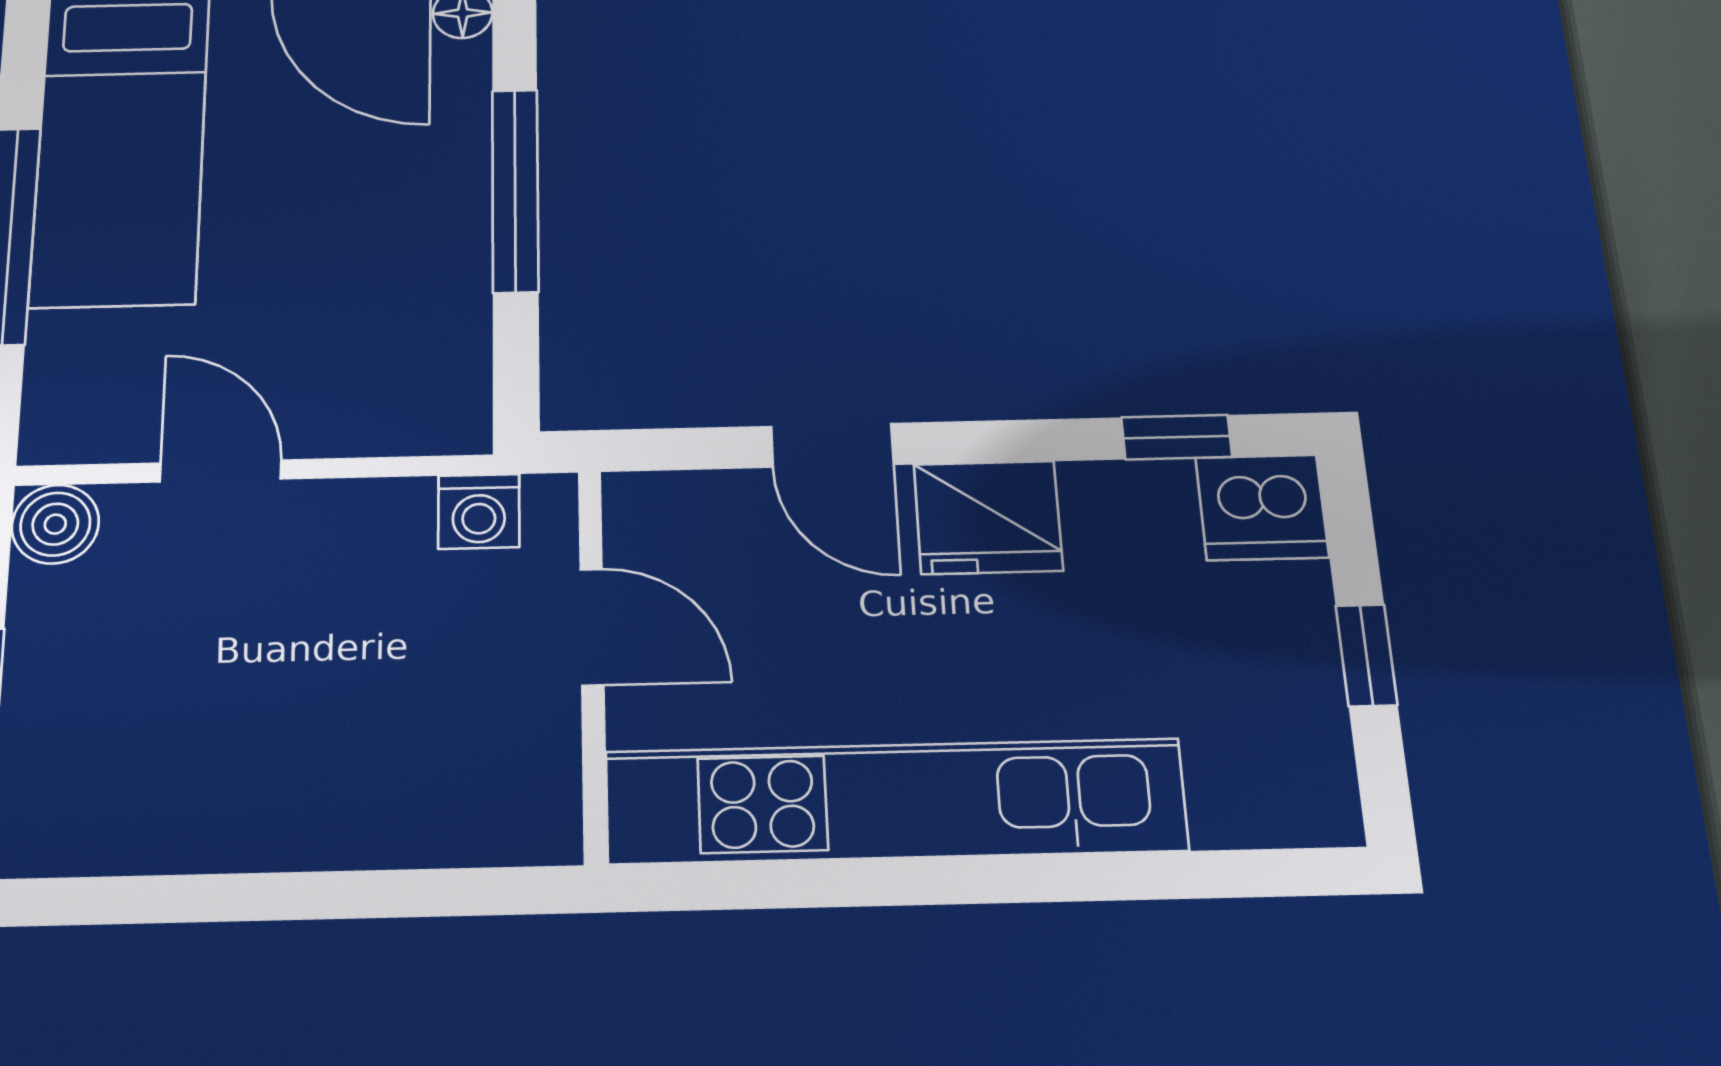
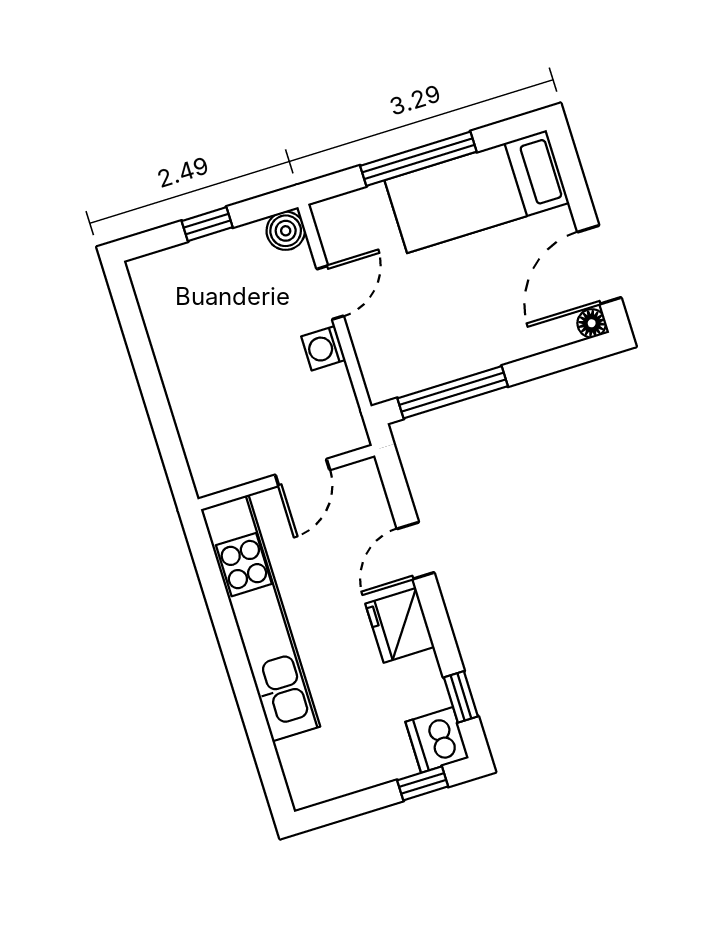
window: (515, 190) -> (453, 392), moved
washing machine: (479, 511) -> (323, 348), moved
window: (1366, 655) -> (423, 783), moved

